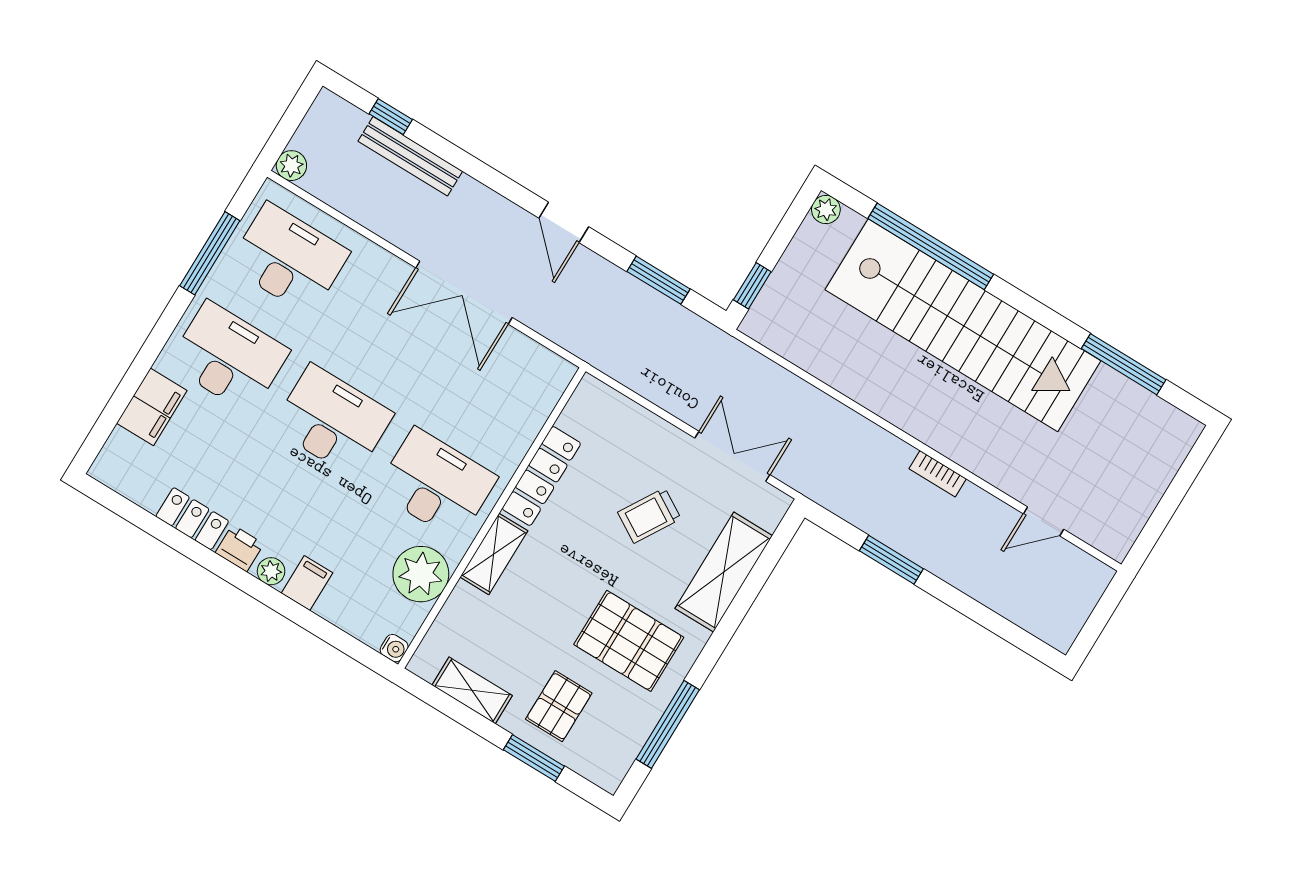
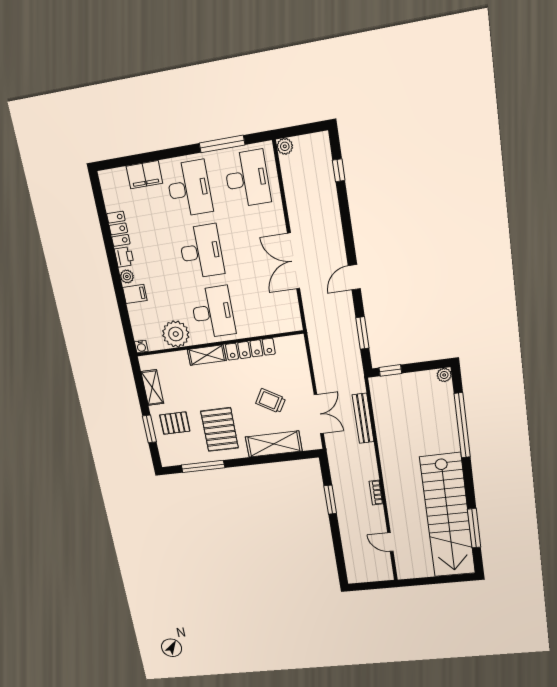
bench: (410, 156) -> (363, 418), moved
stairs: (963, 325) -> (448, 516), moved

